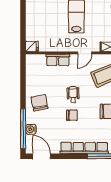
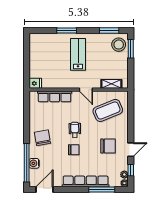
door: (85, 53) -> (86, 90), hinge flipped
row of seats: (58, 60) -> (55, 96), width x1.48
door: (42, 156) -> (44, 189), hinge flipped

